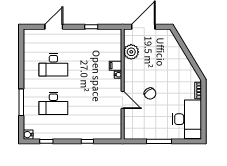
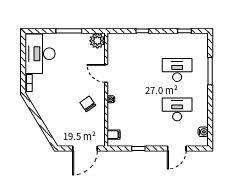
plant: (131, 52) -> (97, 41), moved
filing cabinet: (115, 66) -> (113, 135), moved
chair: (150, 94) -> (88, 104), moved
water cooler: (28, 135) -> (203, 132), moved

